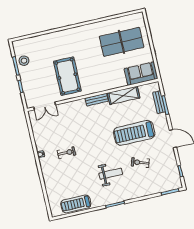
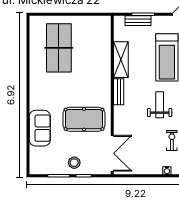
stool: (24, 61) -> (74, 163), moved
sofa: (141, 74) -> (40, 128), moved, turned 180
double door: (45, 106) -> (112, 153), width x1.37
weight bench: (94, 136) -> (160, 105), added

